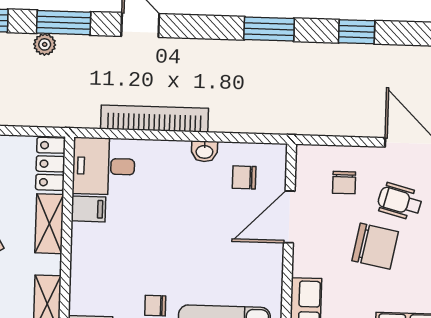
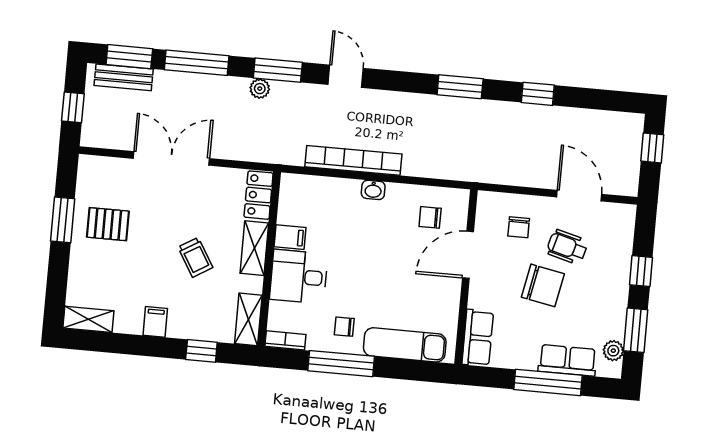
washbasin: (204, 151) -> (373, 190), moved
desk: (104, 166) -> (299, 277), moved

